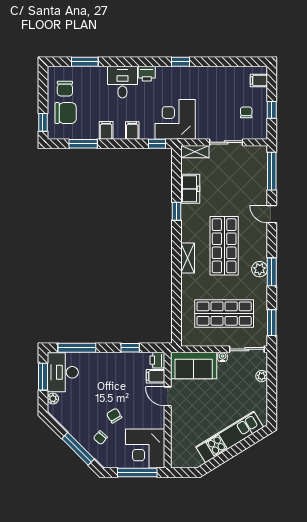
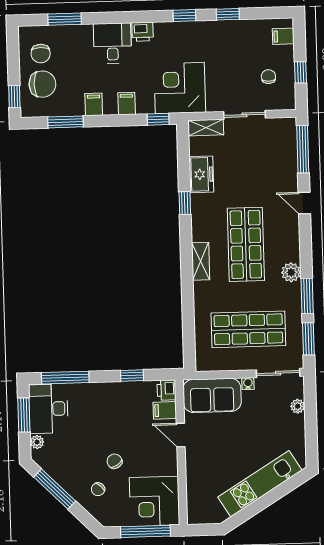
window: (215, 62) -> (228, 14), added
window: (272, 272) -> (307, 296), moved
window: (78, 449) -> (55, 489), moved

